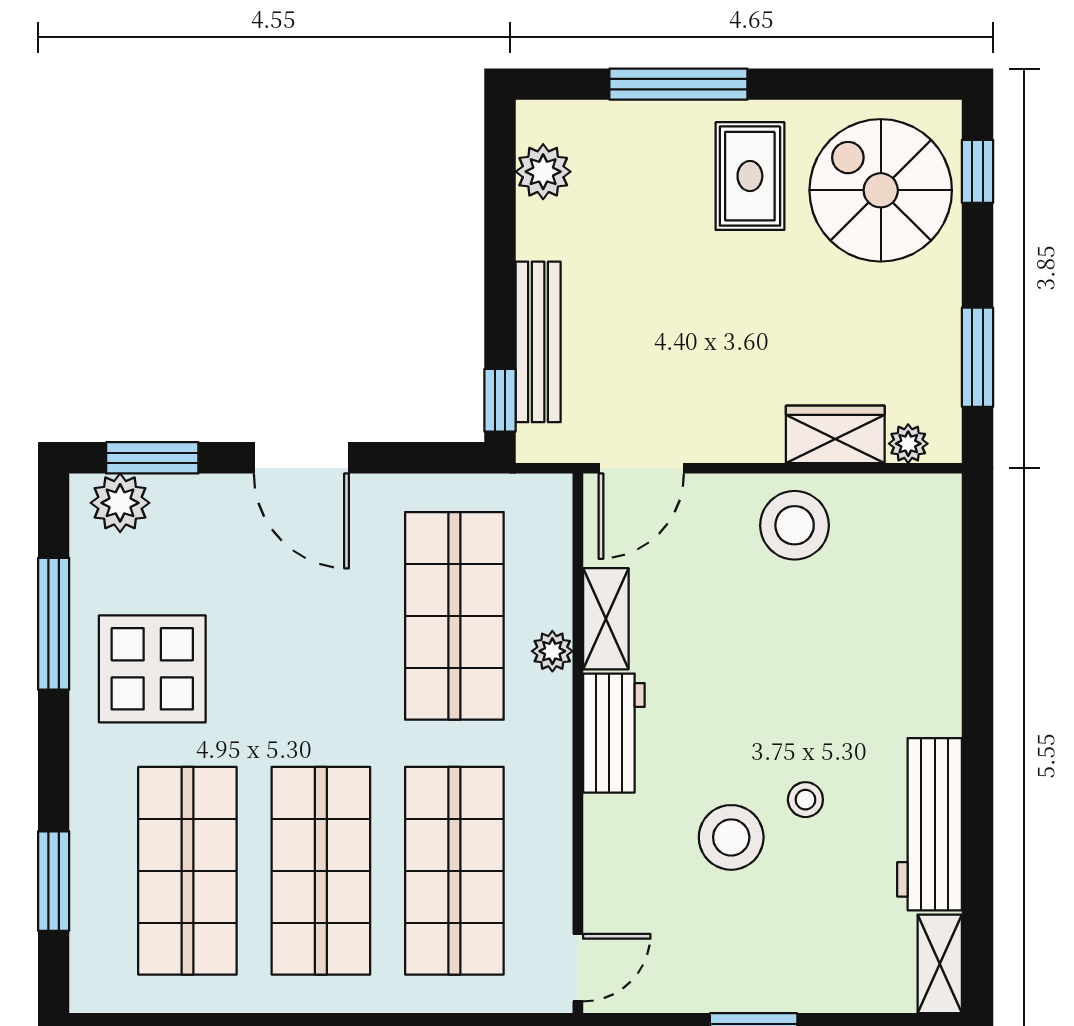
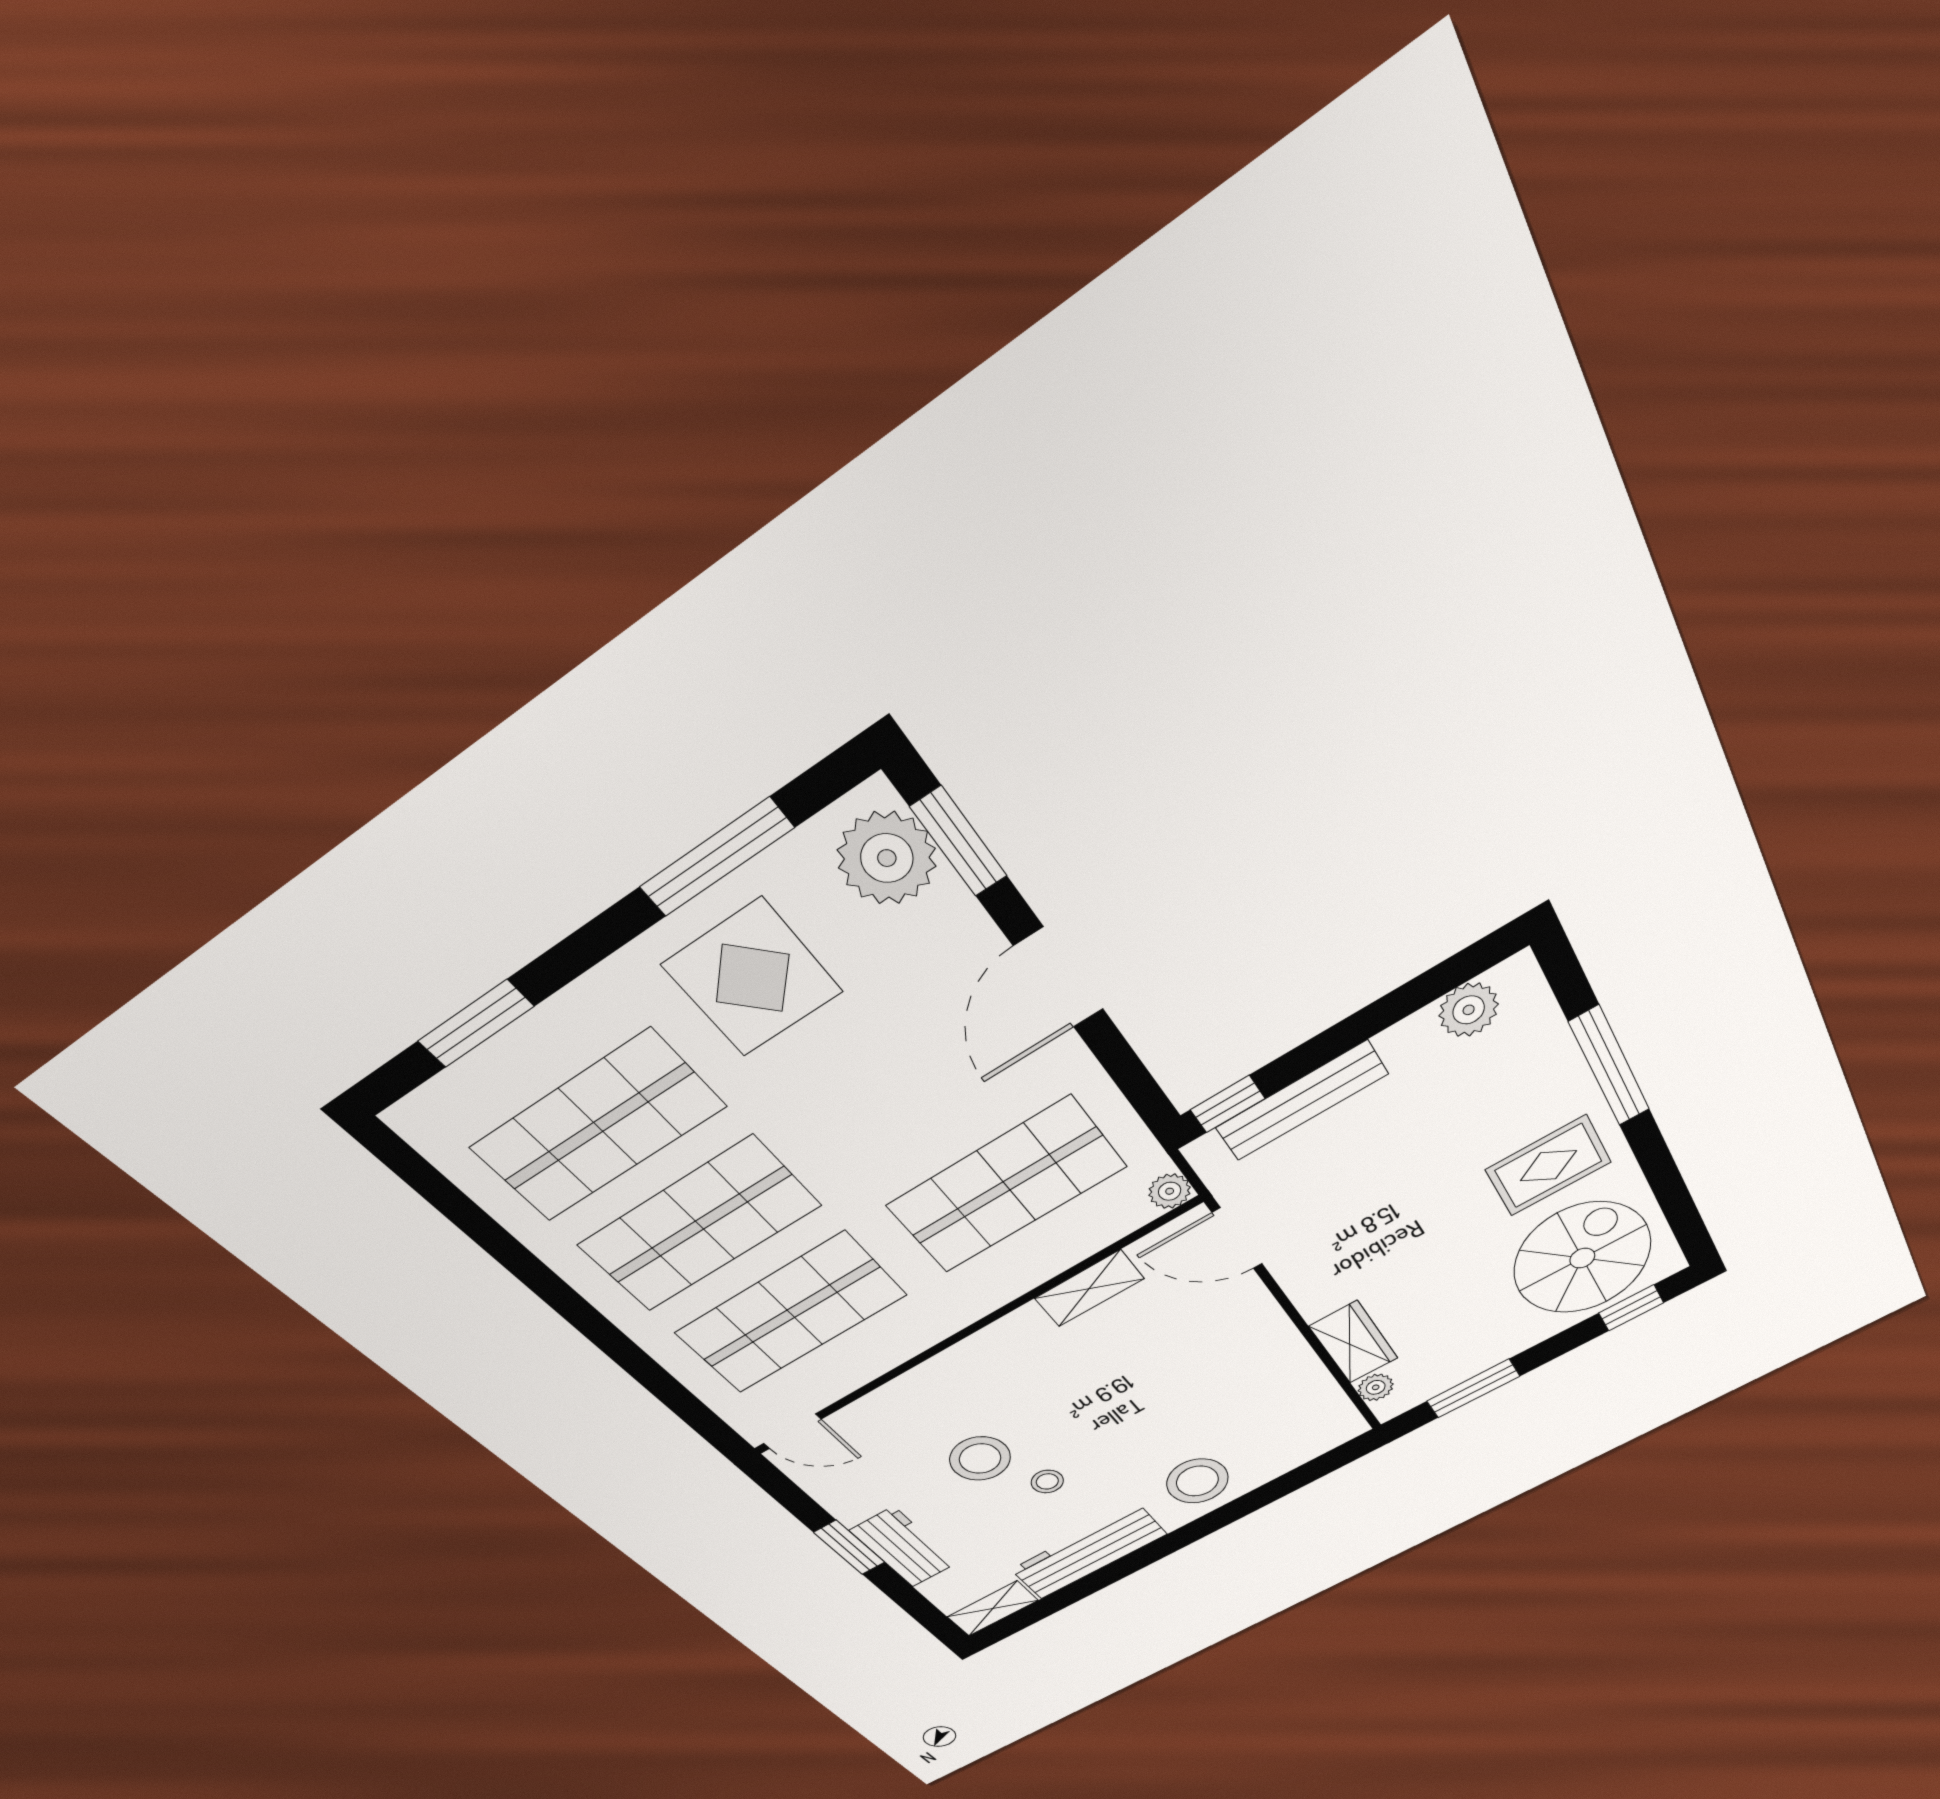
plant: (120, 503) -> (887, 858), width x1.36, depth x1.36
stool: (795, 525) -> (1197, 1481), moved
plant: (552, 651) -> (1170, 1191), moved
workbench: (614, 733) -> (903, 1547), moved, turned -90

